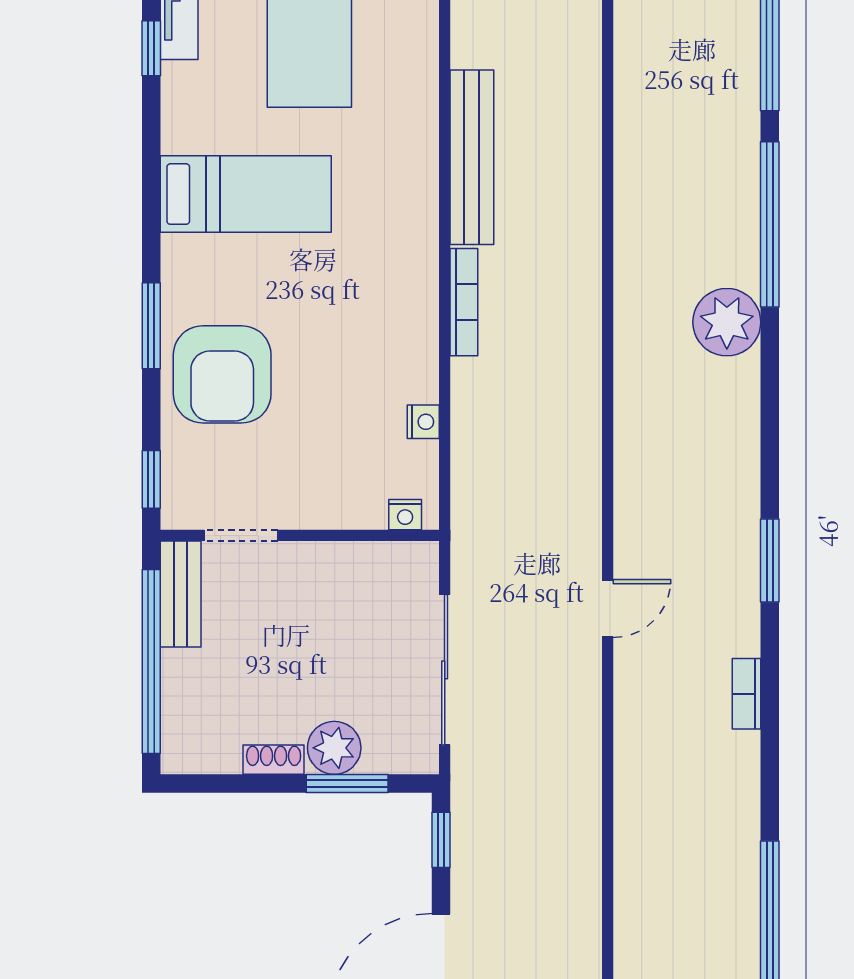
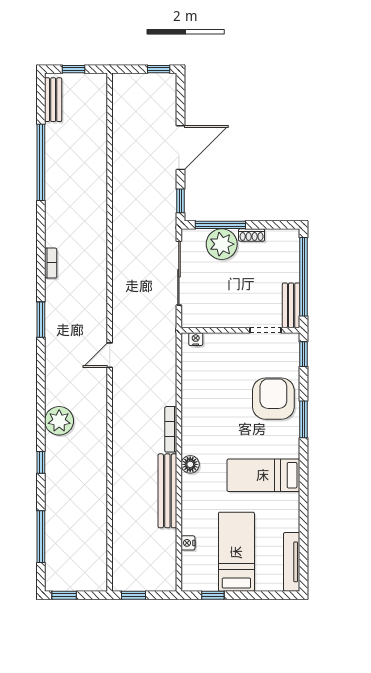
window: (151, 48) -> (304, 537), removed
floor lamp: (418, 220) -> (190, 464), added
window: (770, 224) -> (41, 462), width x0.32
nightstand: (423, 422) -> (188, 543), moved
door: (608, 608) -> (110, 355), moved
plant: (334, 748) -> (222, 244), width x1.36, depth x1.36
window: (347, 784) -> (220, 225), width x1.44

